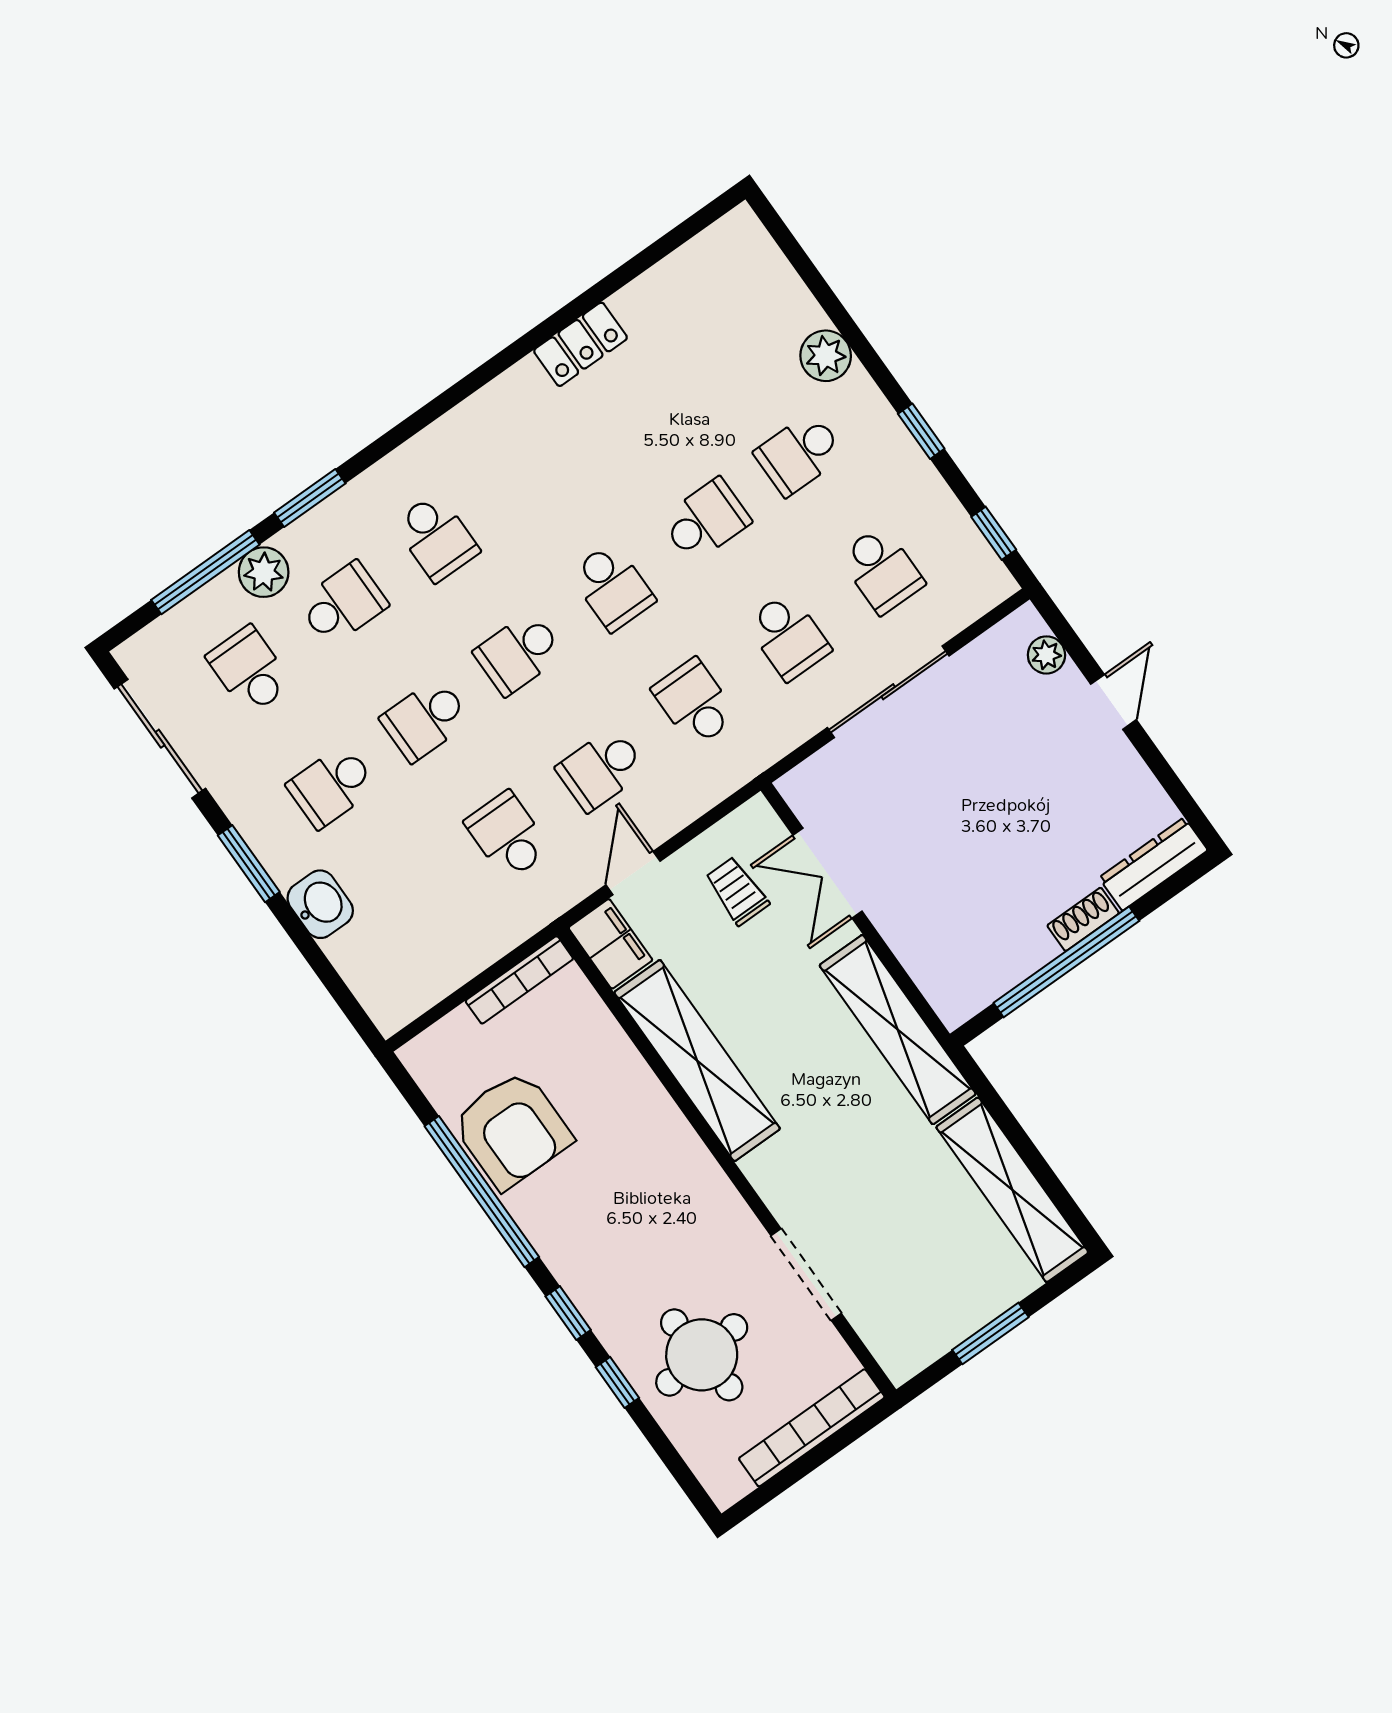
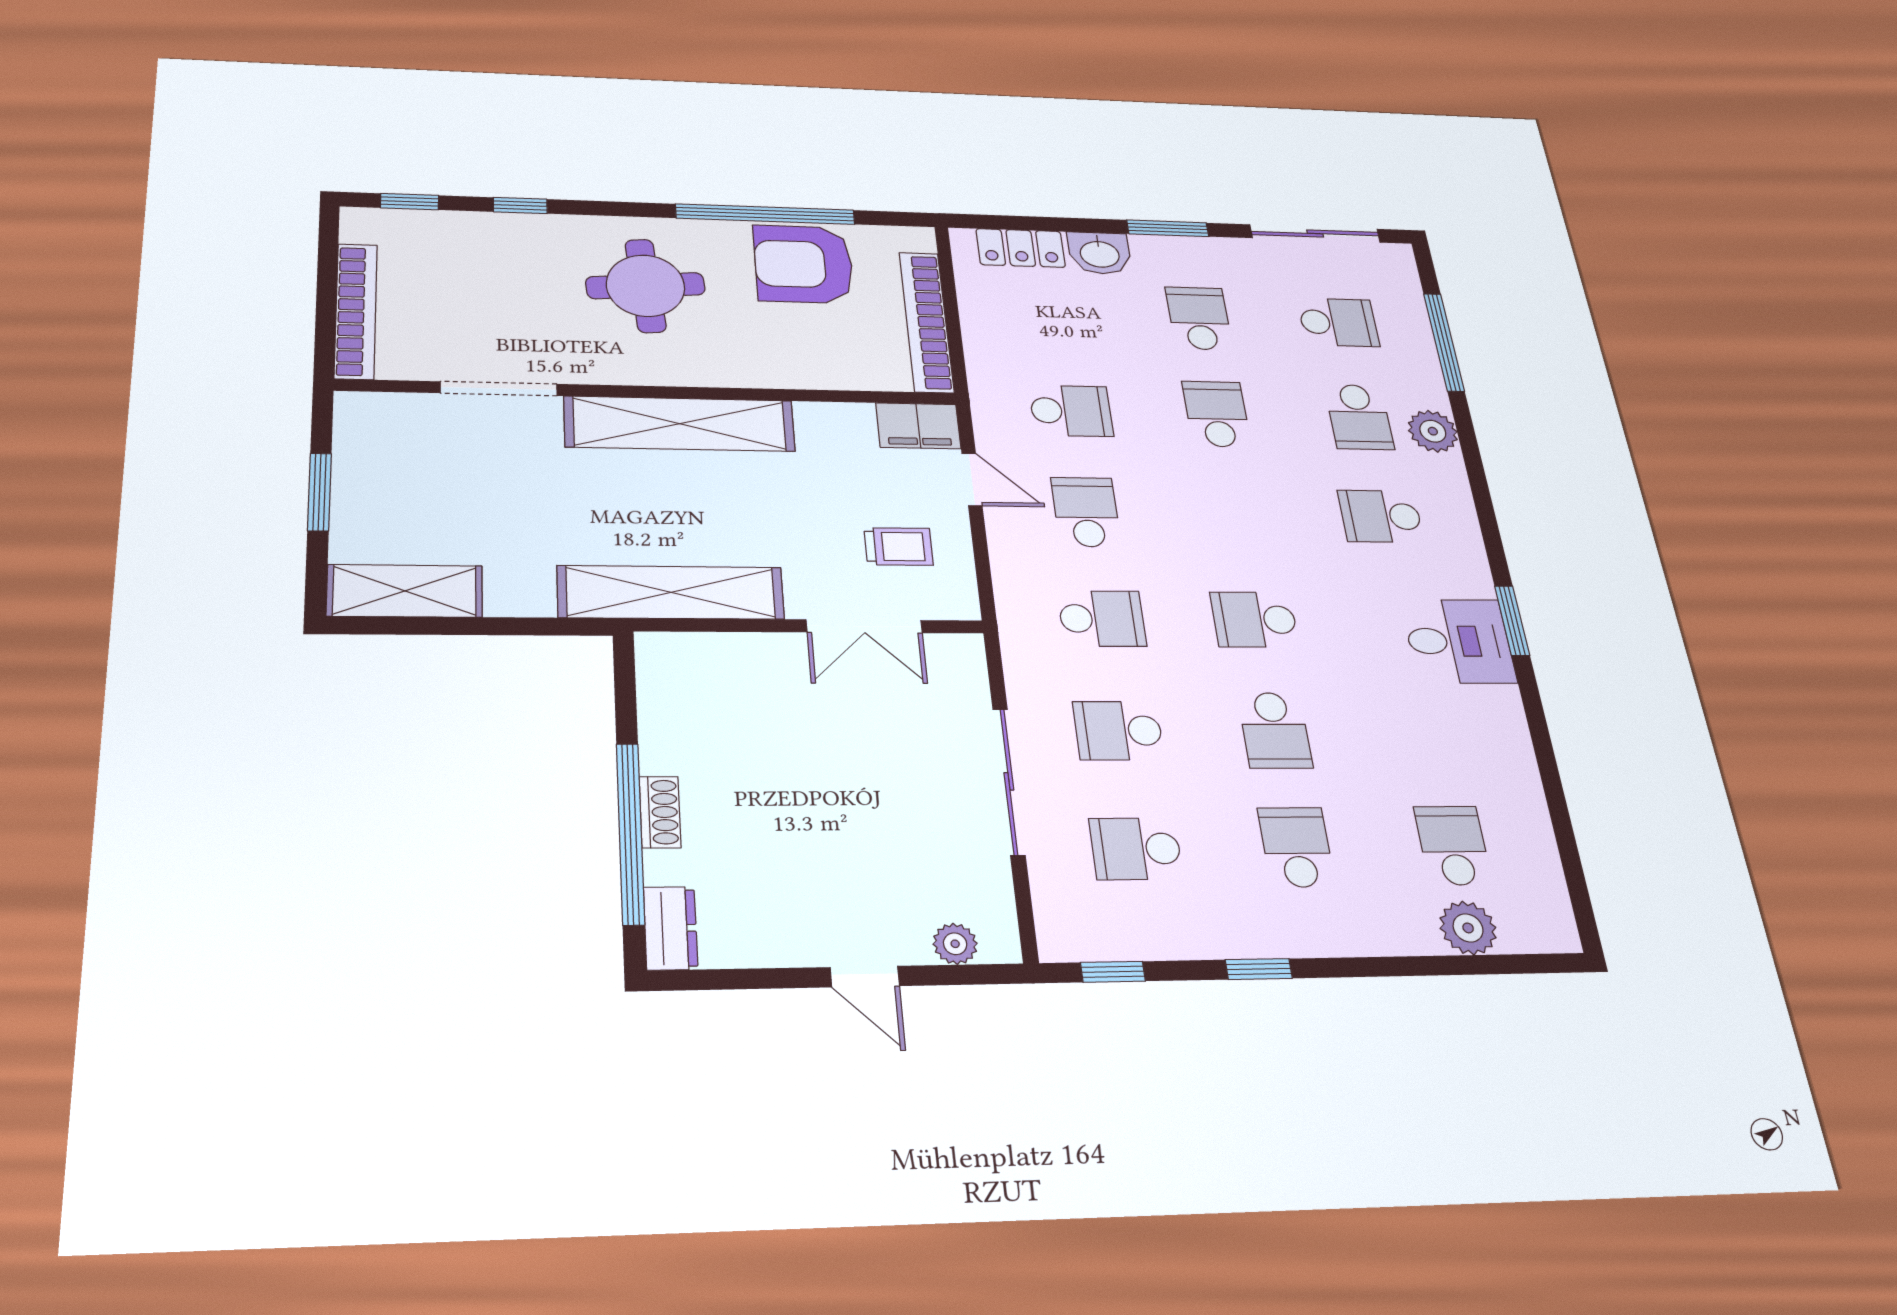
locker: (580, 344) -> (1021, 248), moved, turned -90
plant: (826, 356) -> (1468, 928), moved
desk: (519, 419) -> (1459, 641), added
window: (310, 498) -> (1512, 621), moved
plant: (264, 572) -> (1433, 431), moved
school desk: (519, 653) -> (1453, 845), moved
dresser: (1153, 864) -> (671, 928), width x0.70
double door: (827, 873) -> (864, 626), swing flipped
window: (1066, 962) -> (630, 833), moved
bookcase: (519, 980) -> (926, 322), width x1.48, depth x1.31
shelving: (697, 1061) -> (680, 424), moved
shelving: (1012, 1190) -> (405, 591), width x0.68
window: (568, 1313) -> (410, 202), moved
round table: (702, 1355) -> (646, 286), moved

